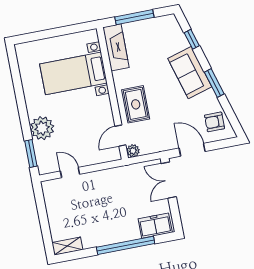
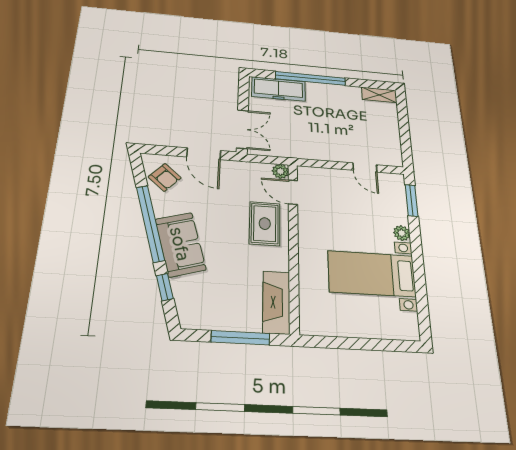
bed with nightstands: (73, 73) -> (372, 274), moved, turned 180
window: (214, 83) -> (150, 223), width x2.11
armchair: (215, 122) -> (165, 177), turned 42
plant: (42, 128) -> (402, 233), width x0.53, depth x0.53
door: (120, 136) -> (293, 192), swing flipped
freezer: (155, 226) -> (279, 89), width x1.40

